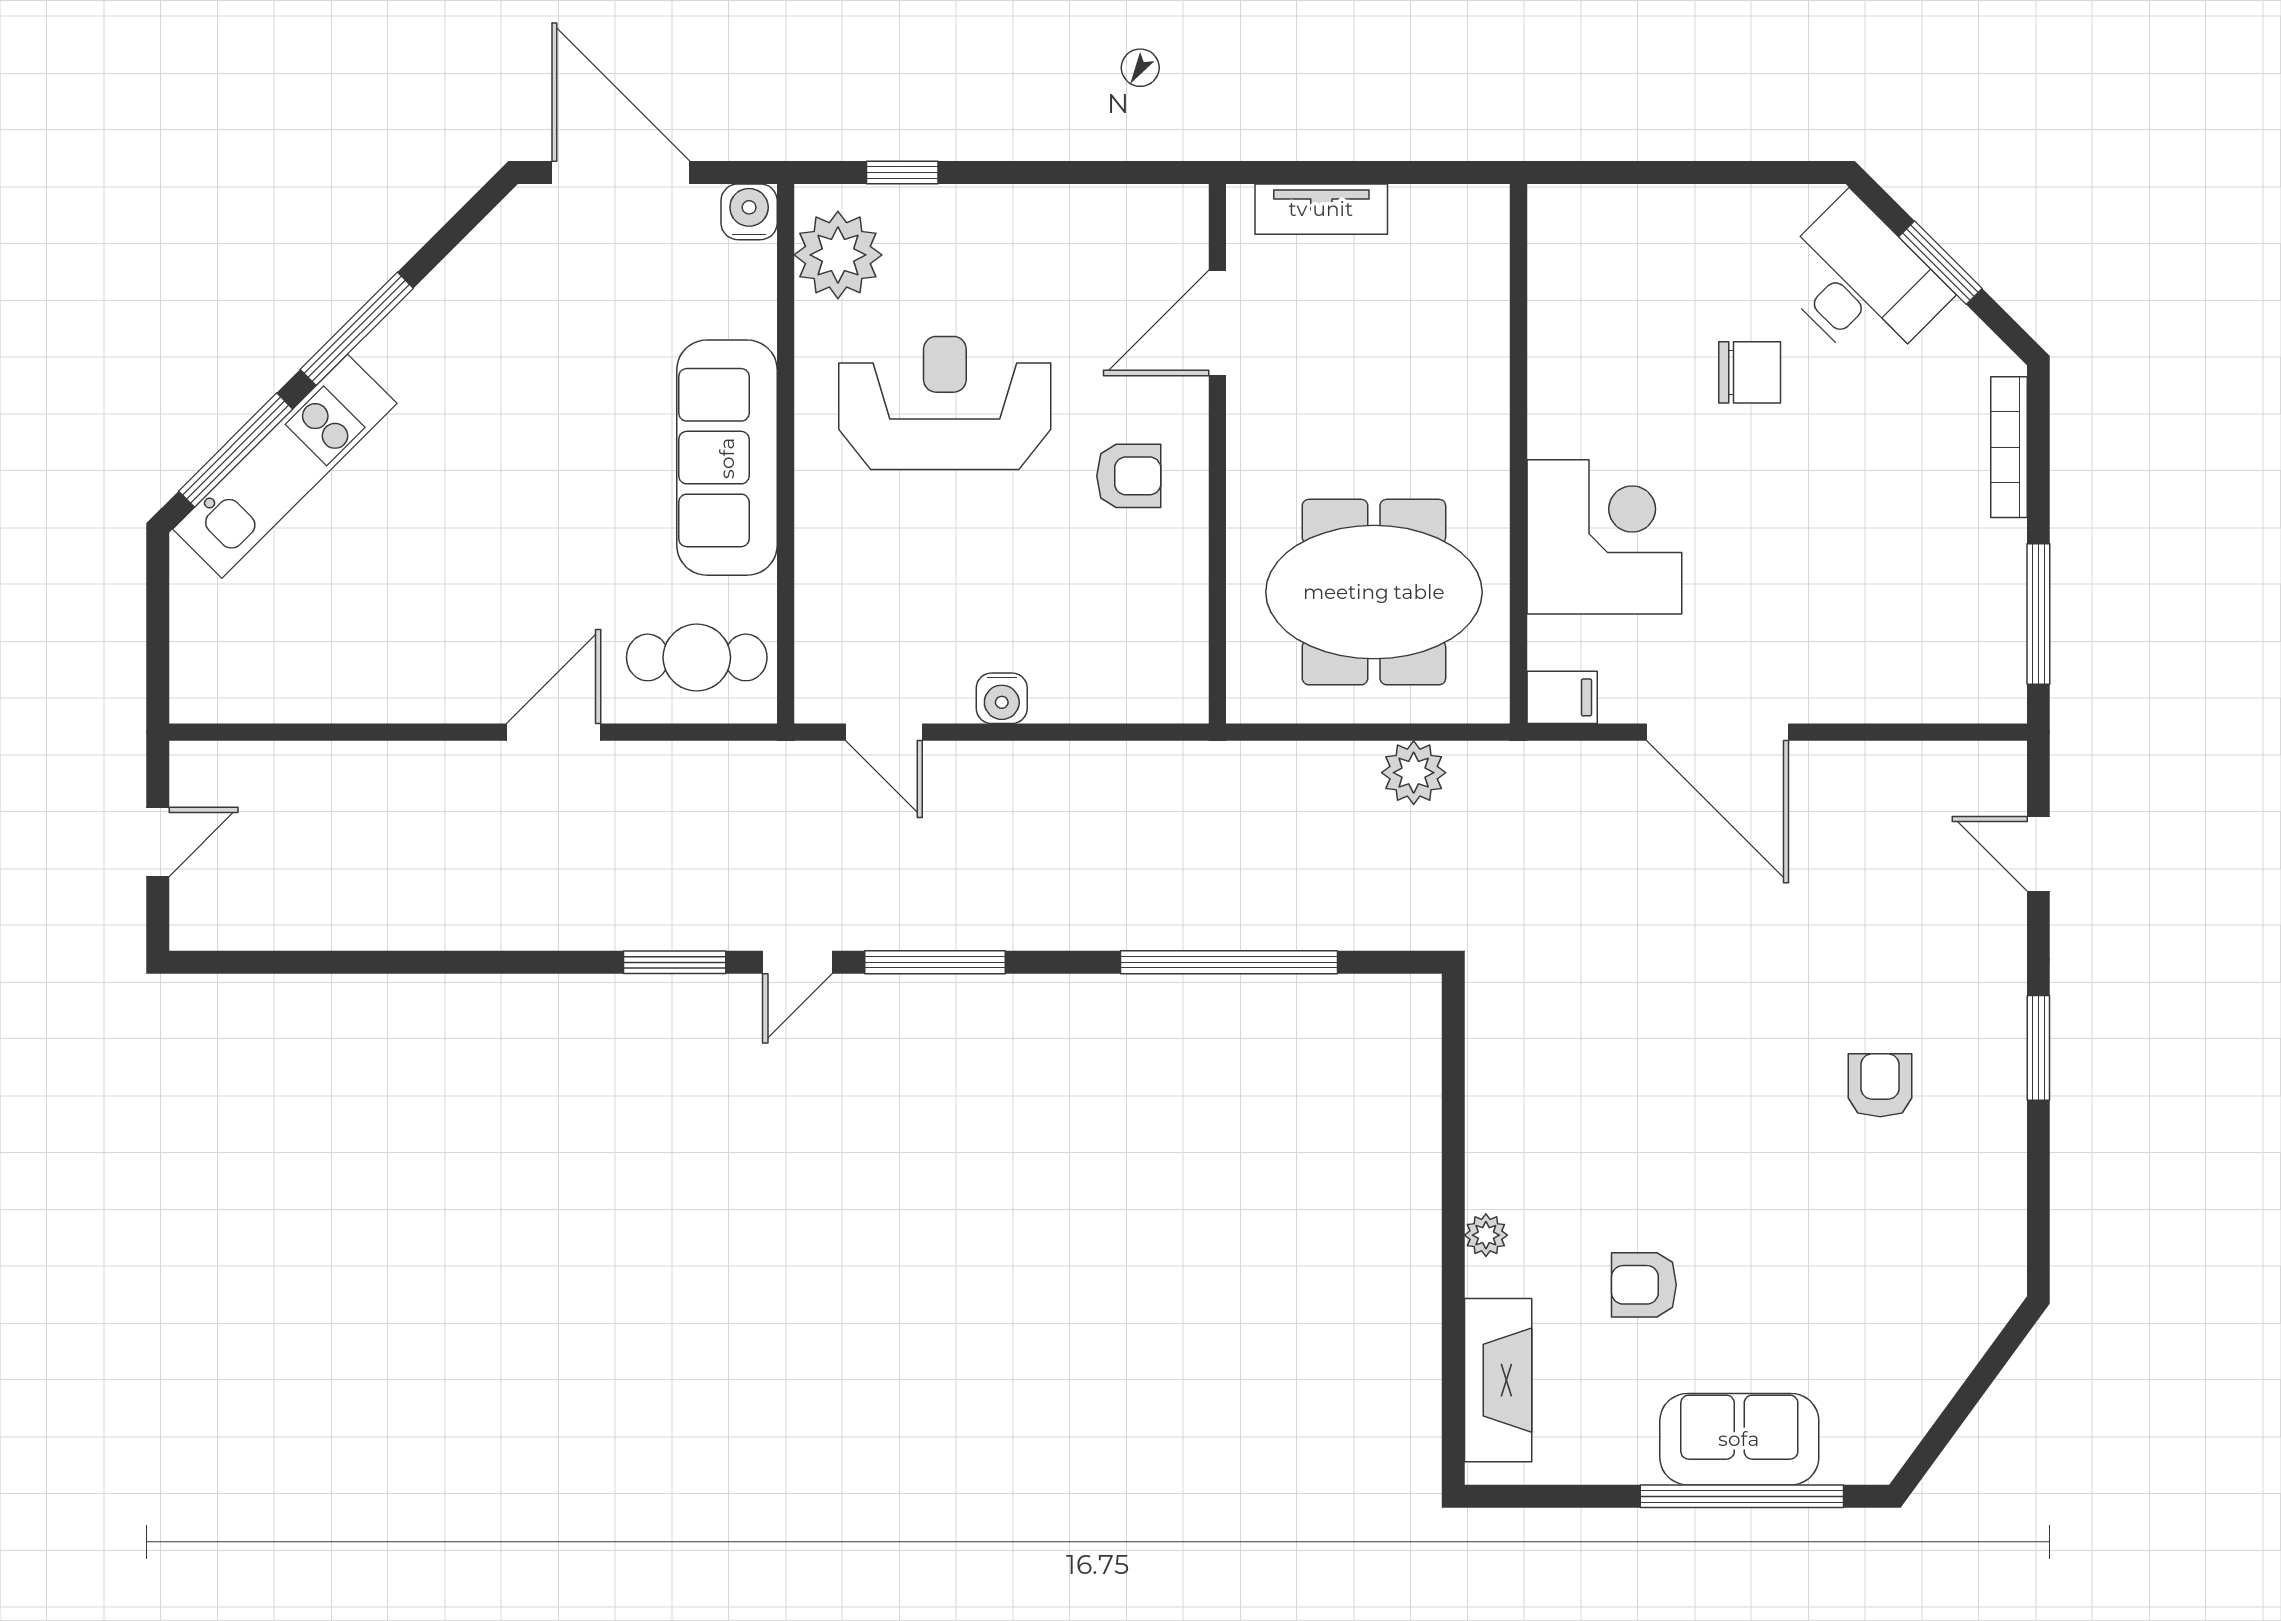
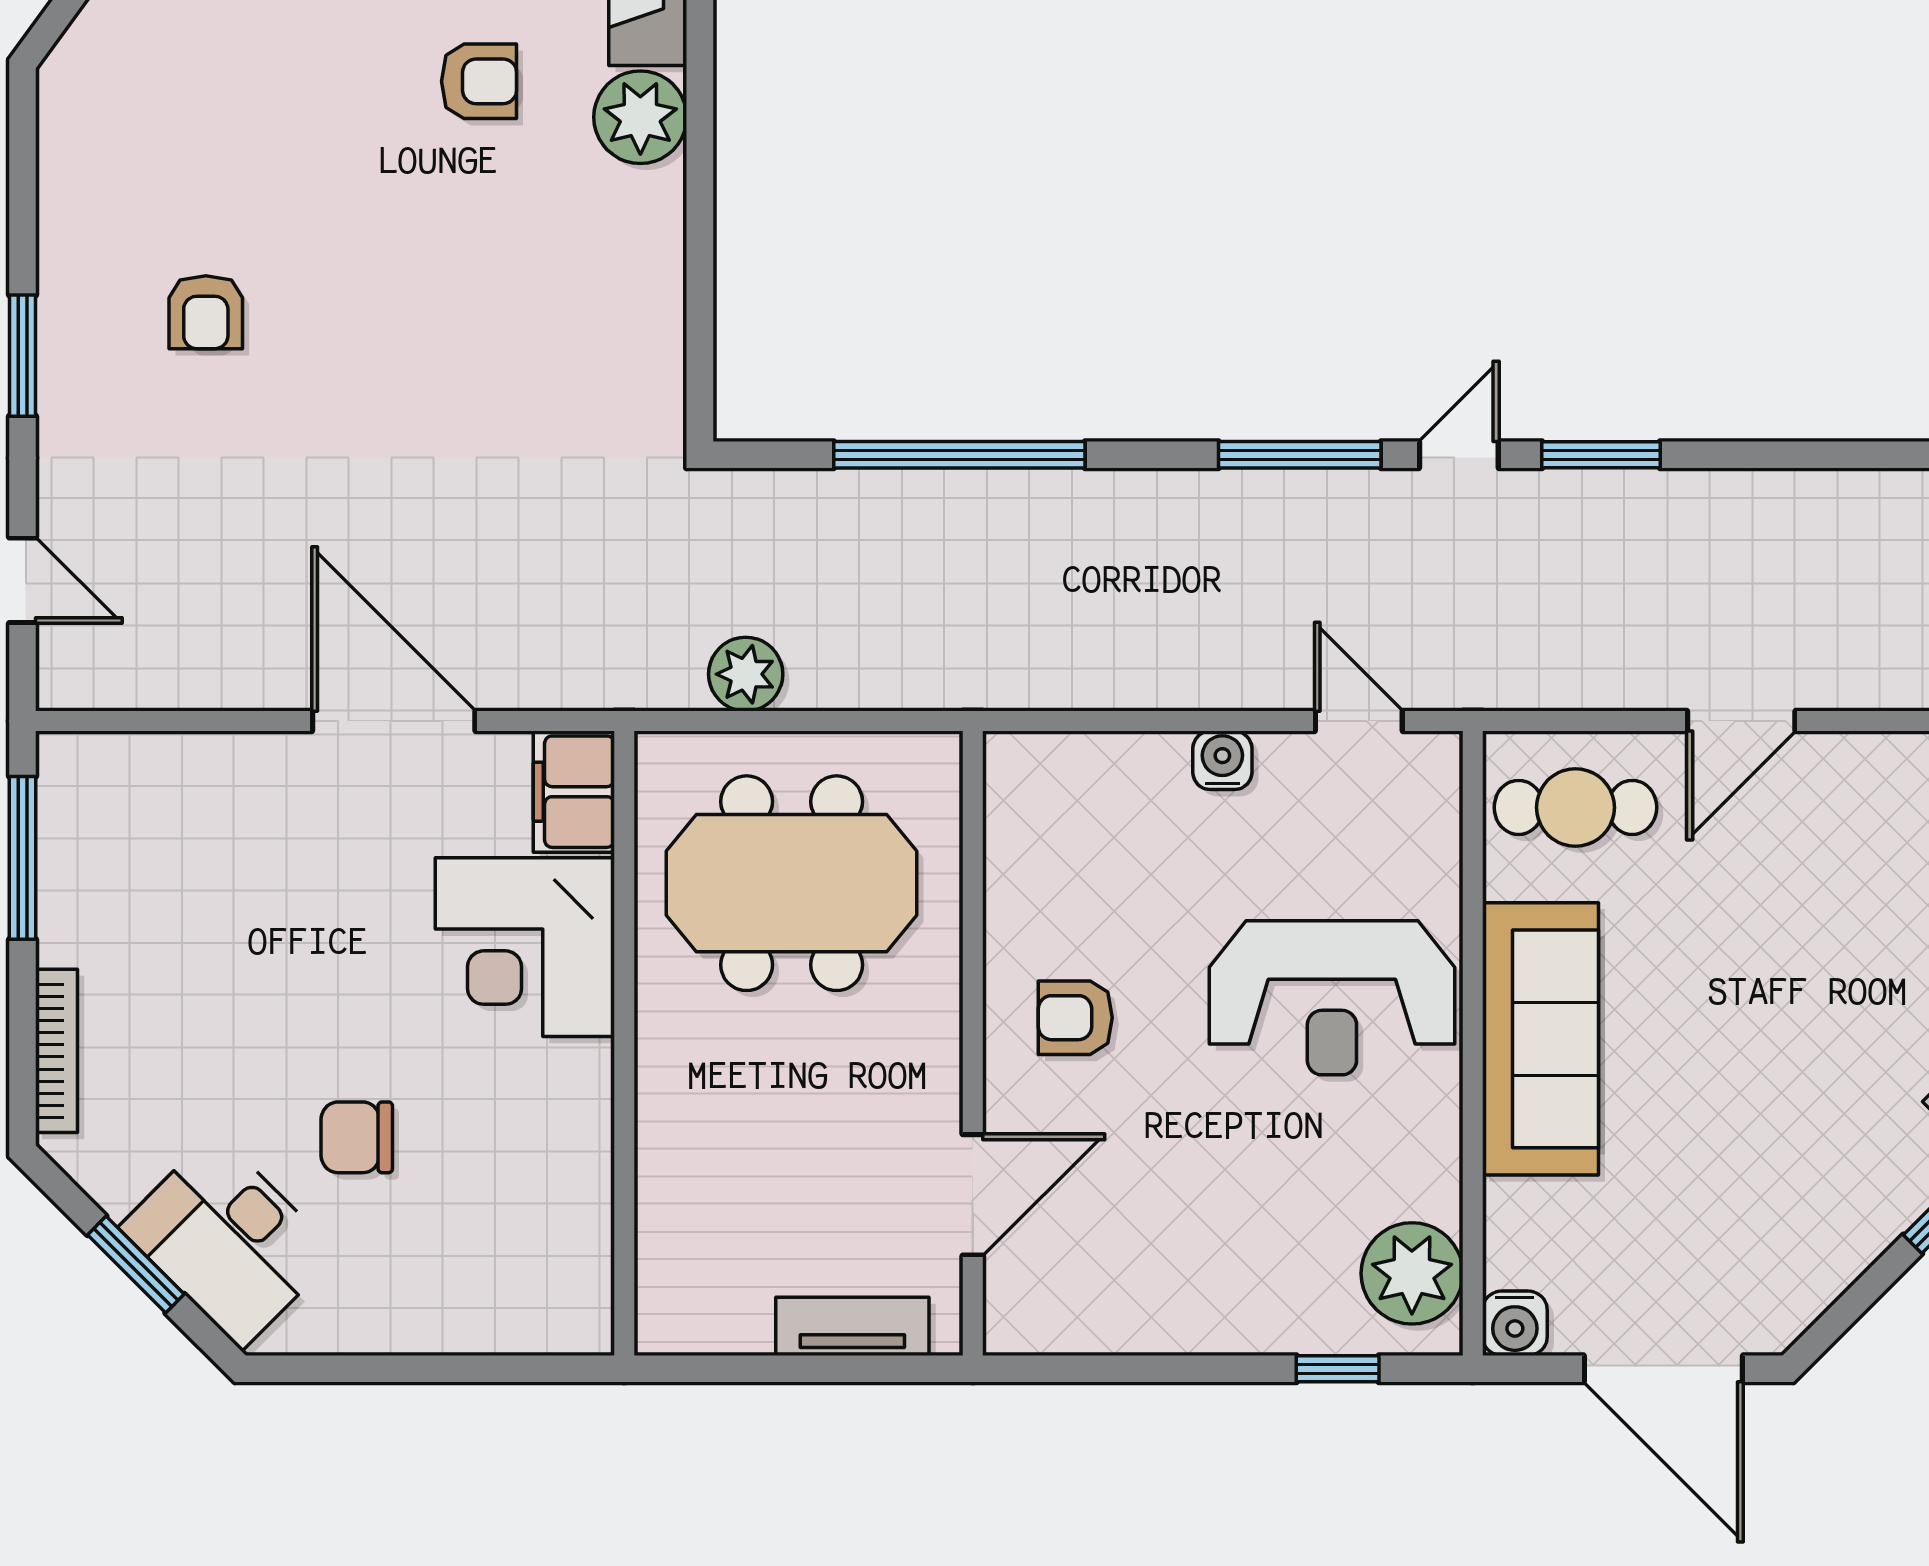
reception desk: (945, 403) -> (1332, 998), moved
filing cabinet: (1562, 697) -> (574, 792), width x2.00
plant: (1486, 1235) -> (640, 117), width x1.87, depth x1.87

